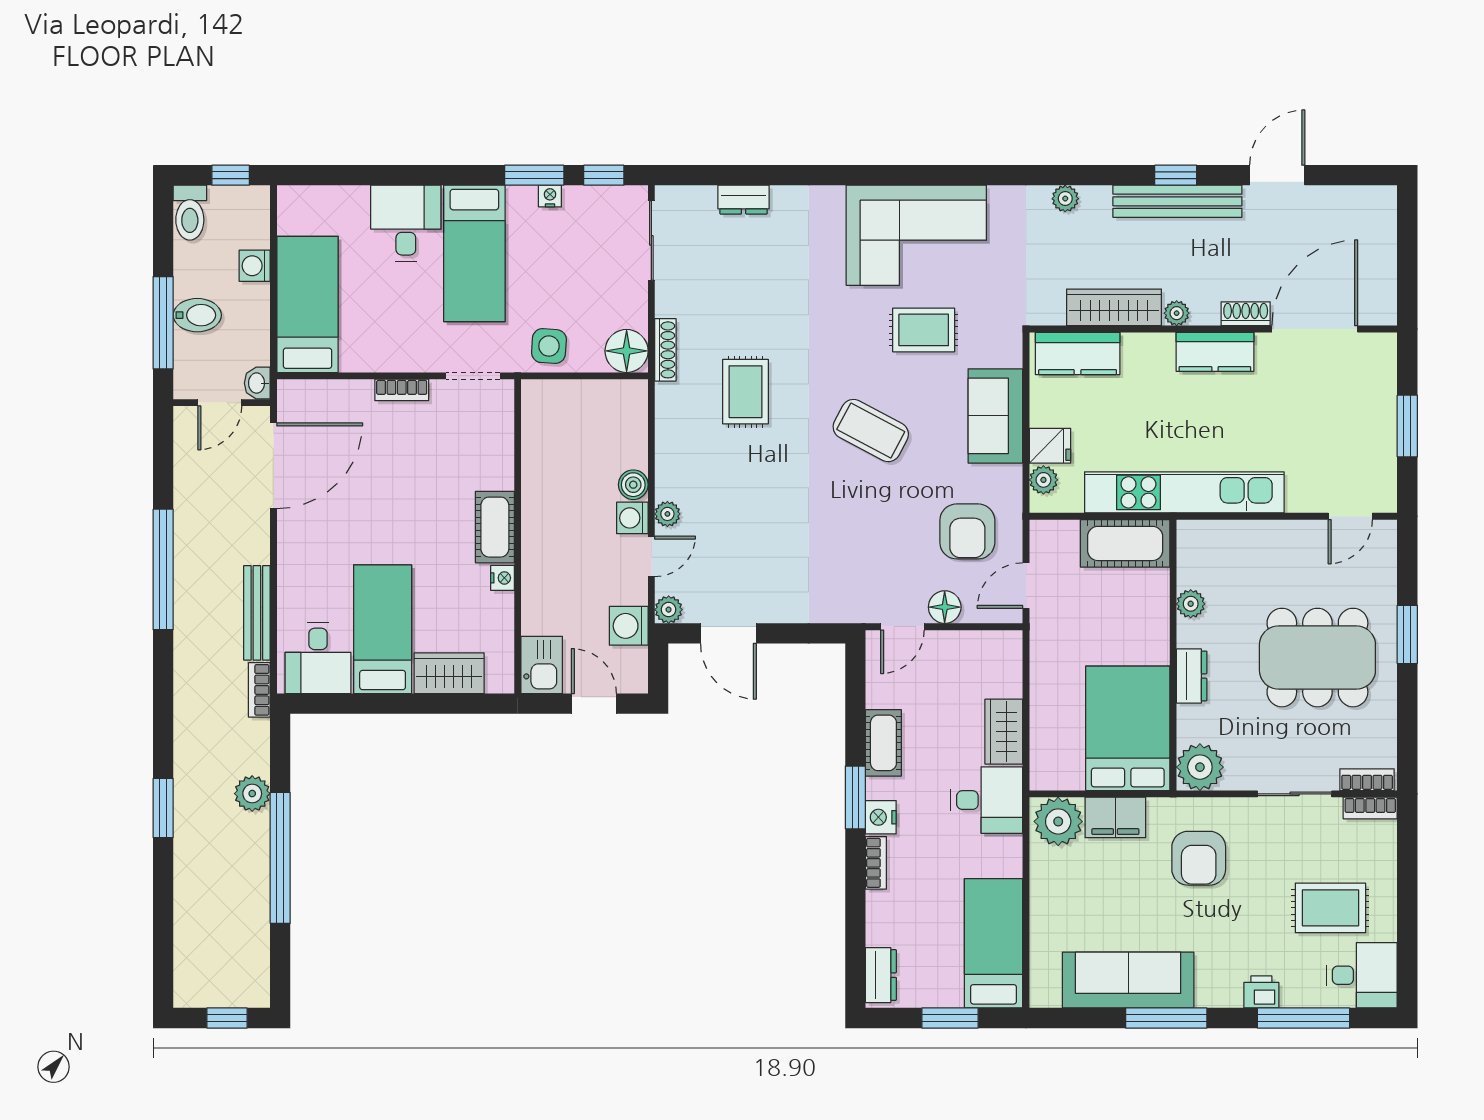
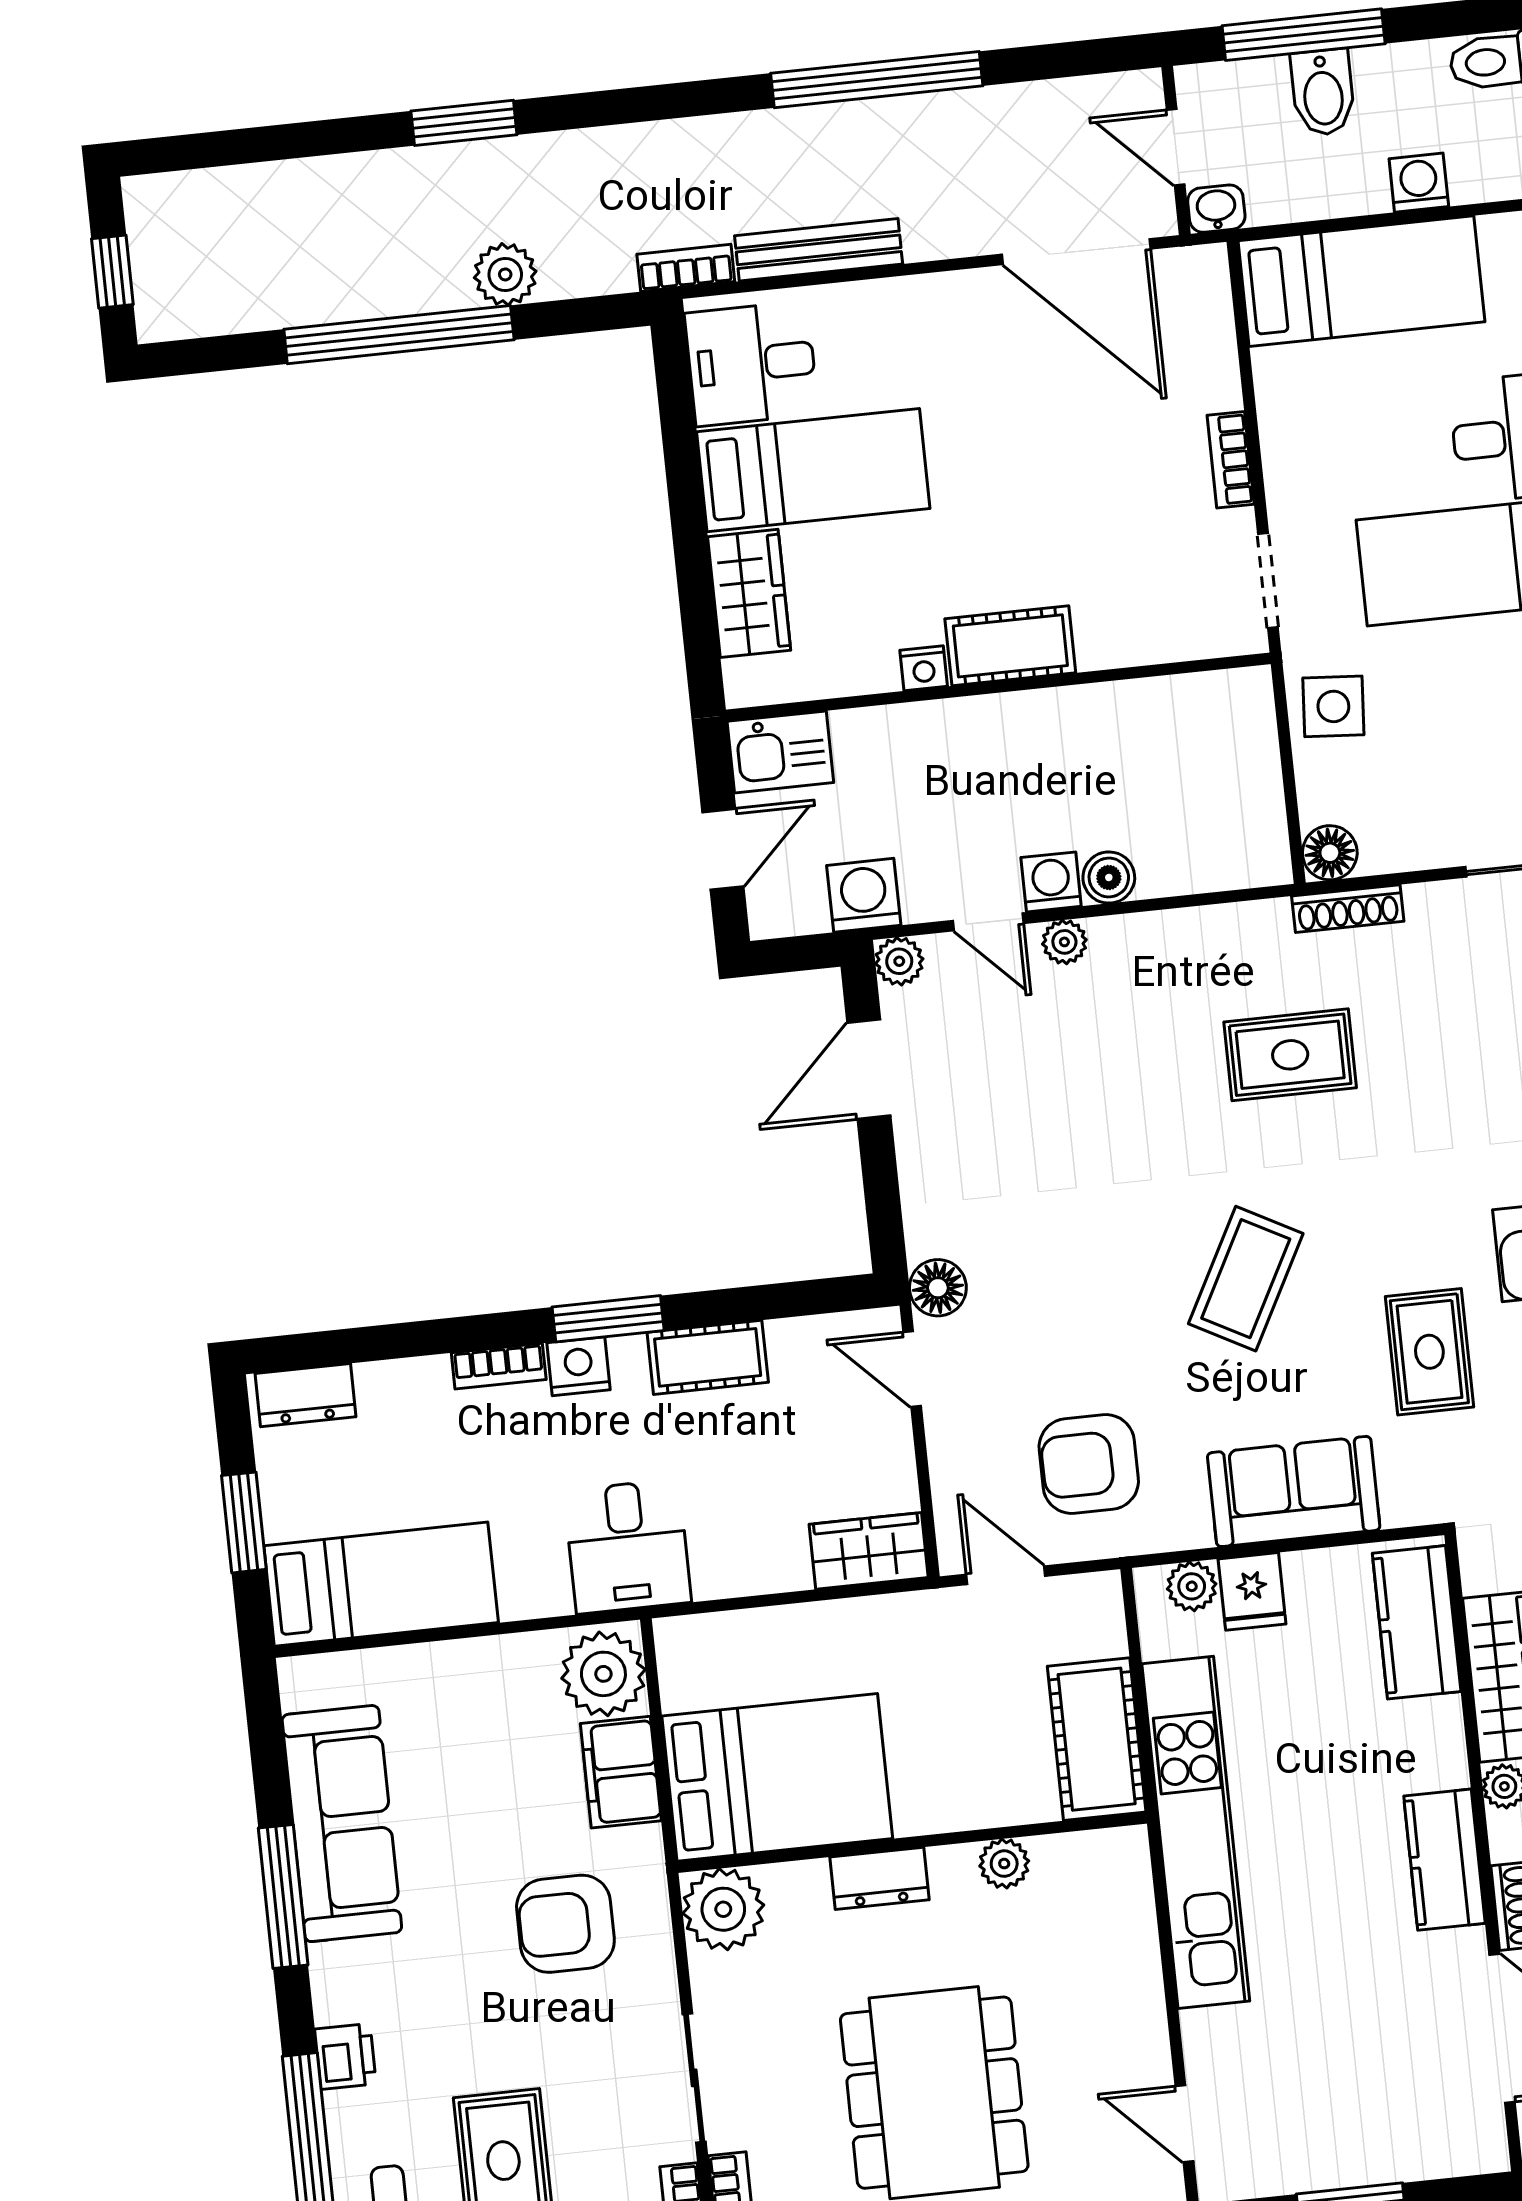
floor lamp: (627, 351) -> (1330, 853), width x0.73, depth x0.73
floor lamp: (945, 607) -> (938, 1288), moved
wardrobe: (1004, 732) -> (869, 1551), moved

